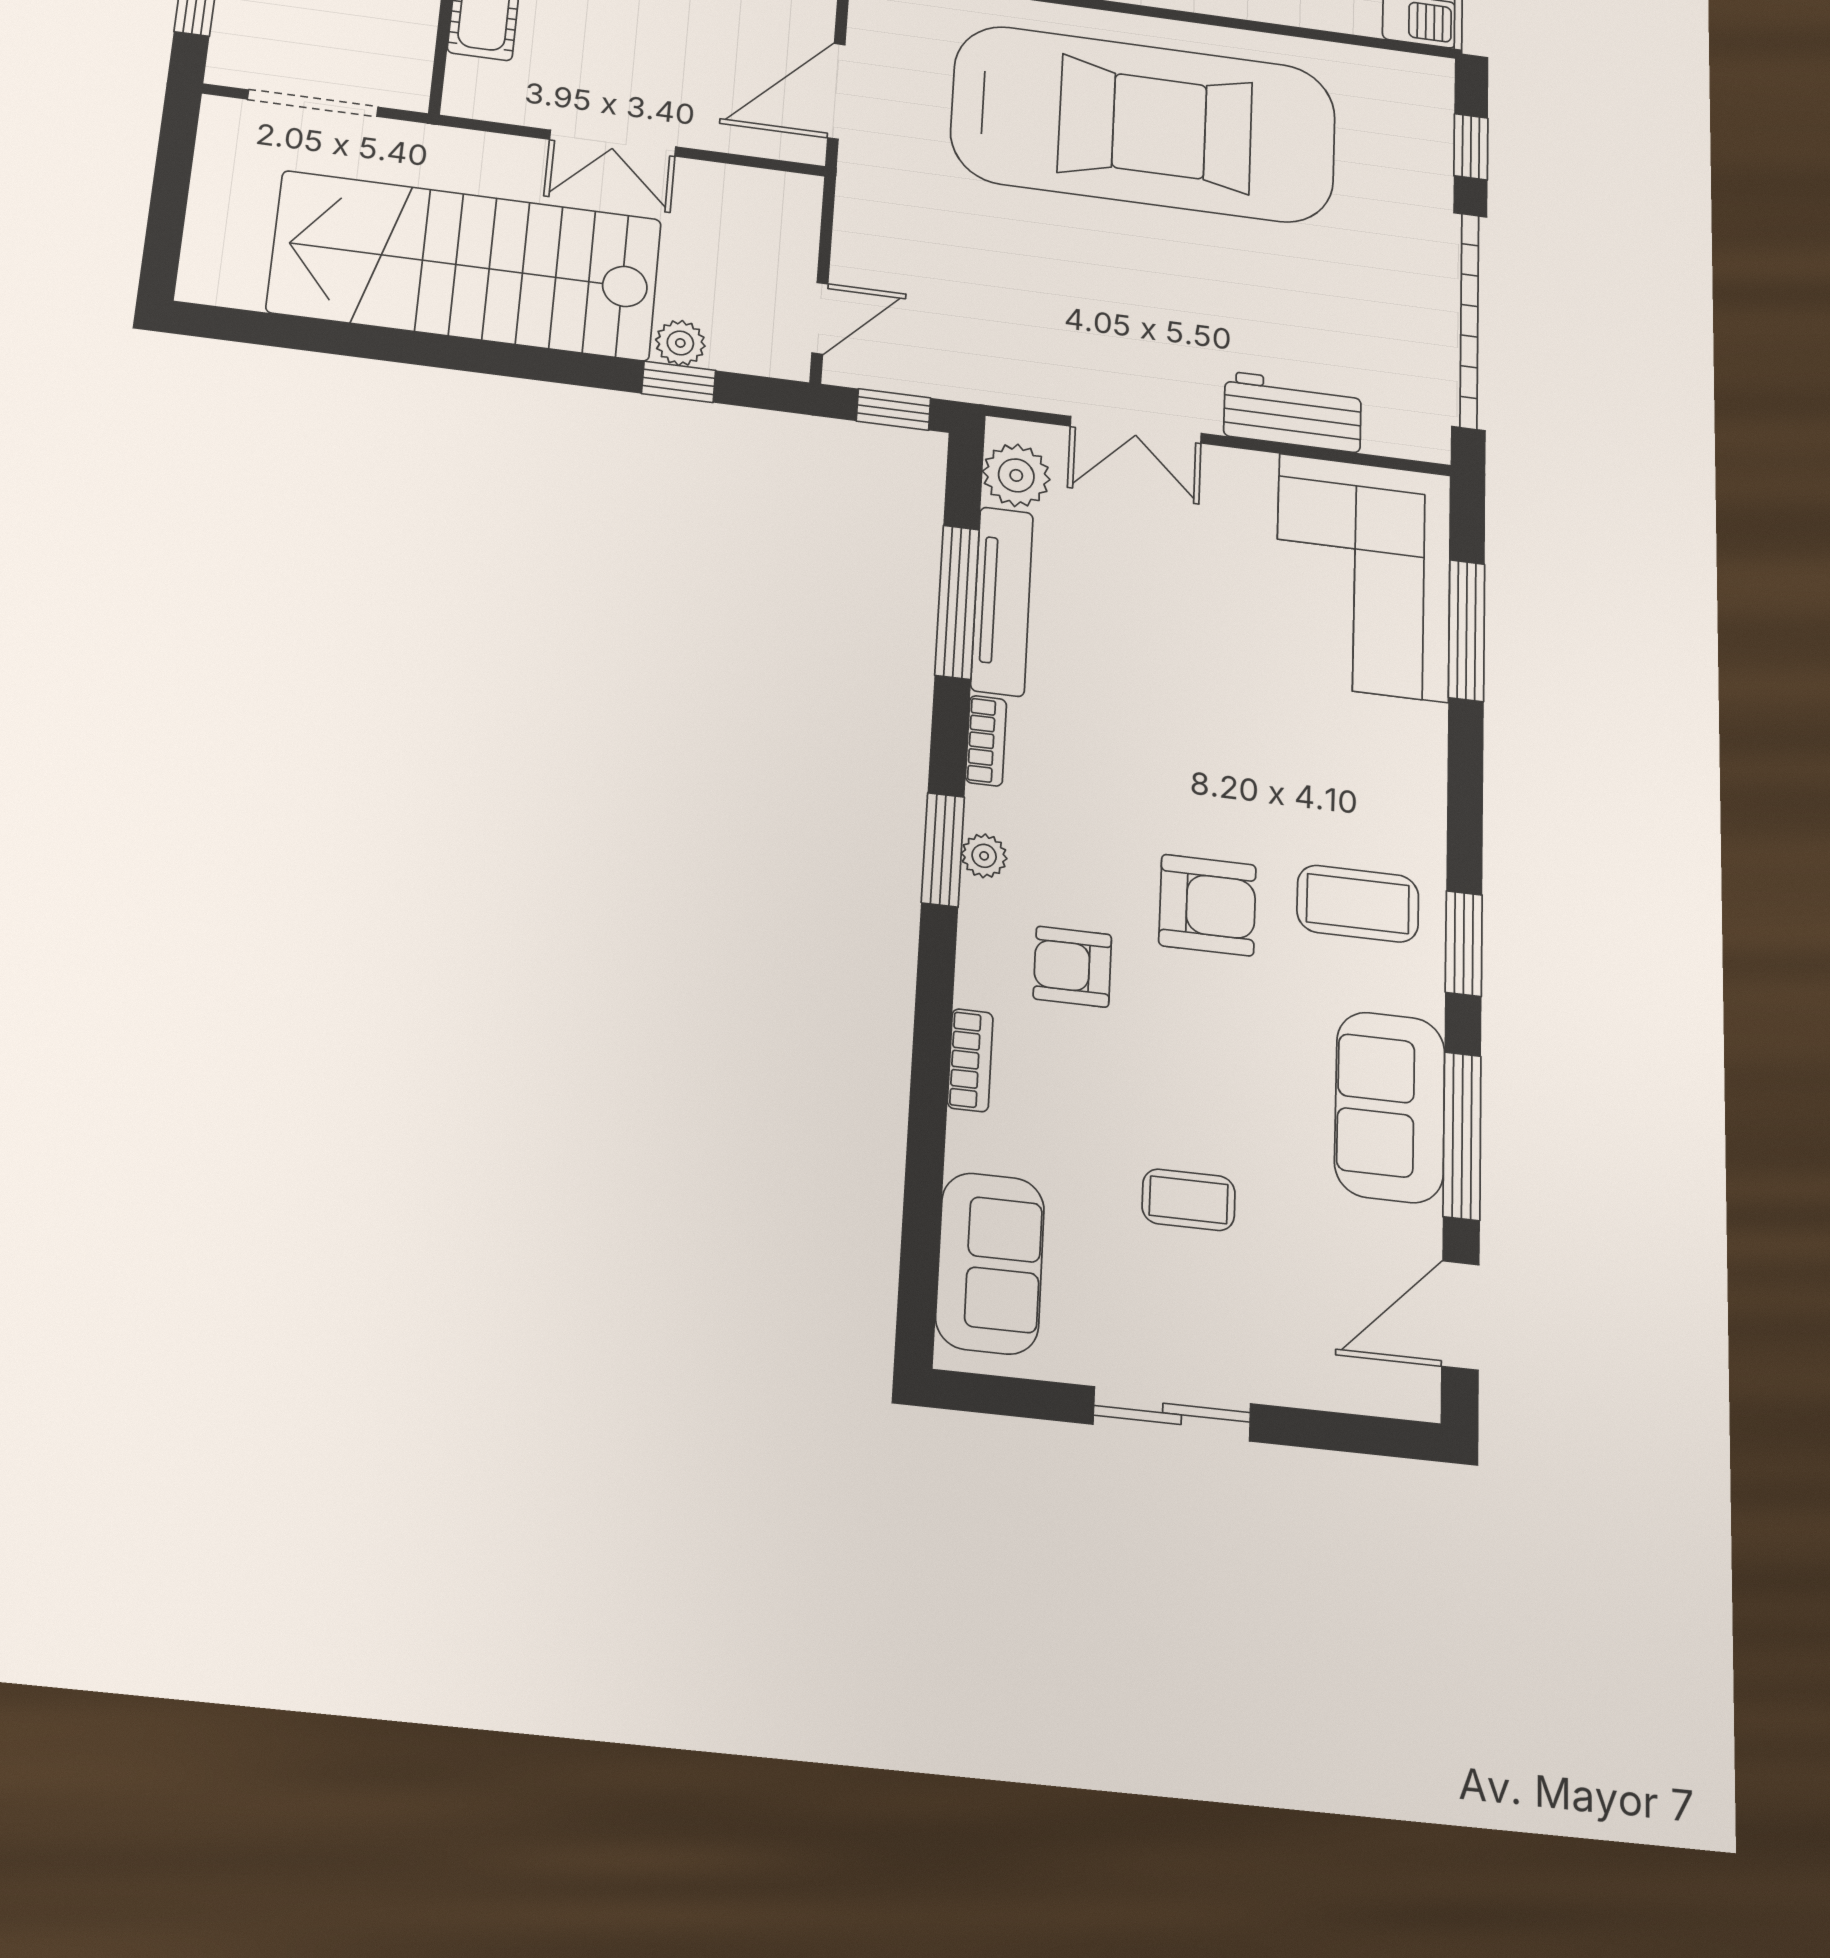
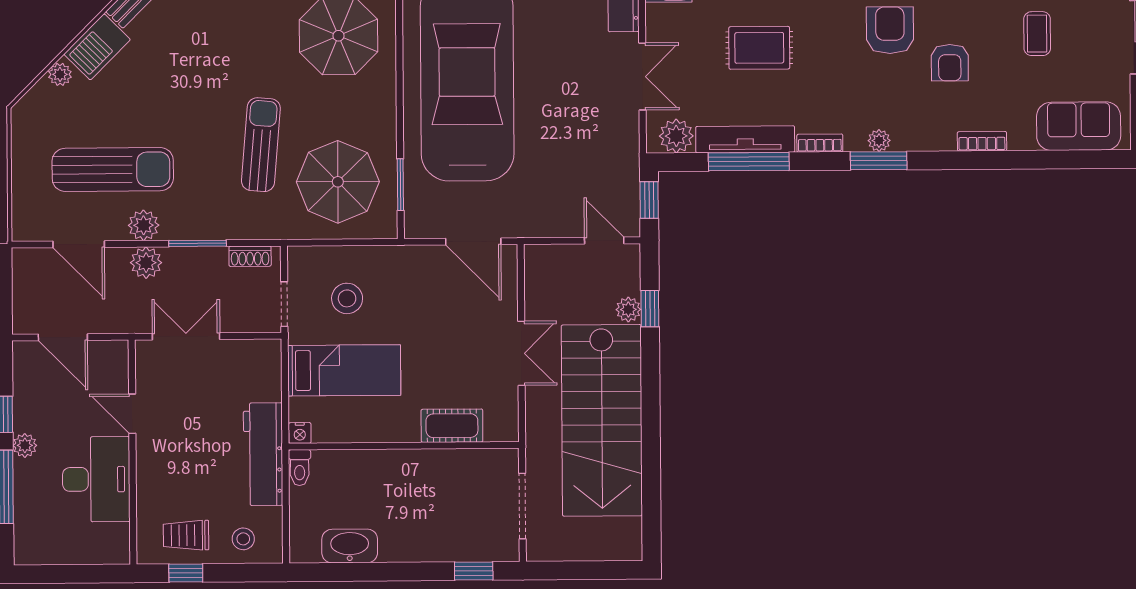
rug: (1182, 651) -> (759, 48), added
armchair: (1072, 967) -> (950, 63), moved

